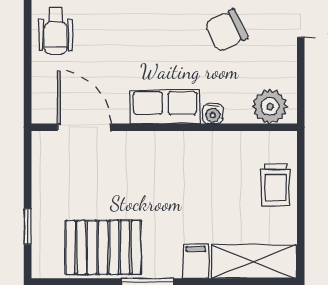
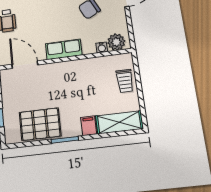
water cooler: (213, 114) -> (102, 47), moved

